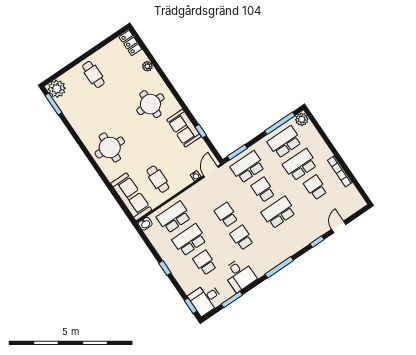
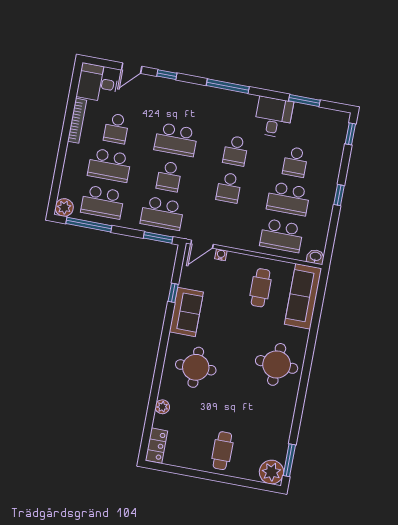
desk: (206, 299) -> (98, 83), moved, turned 180

